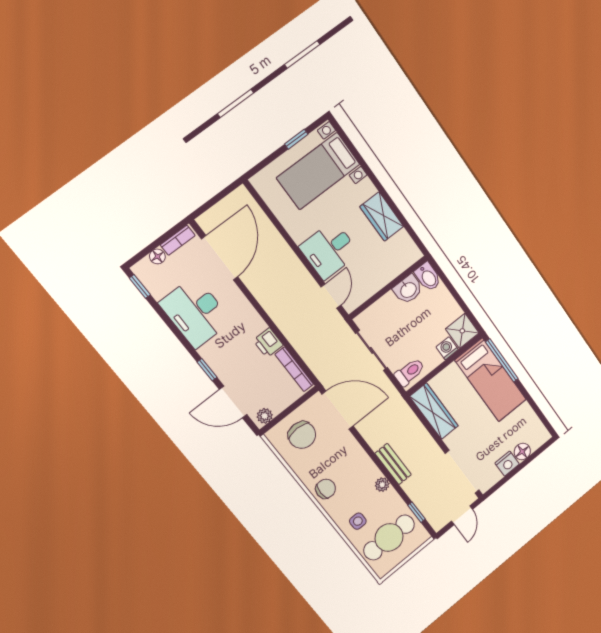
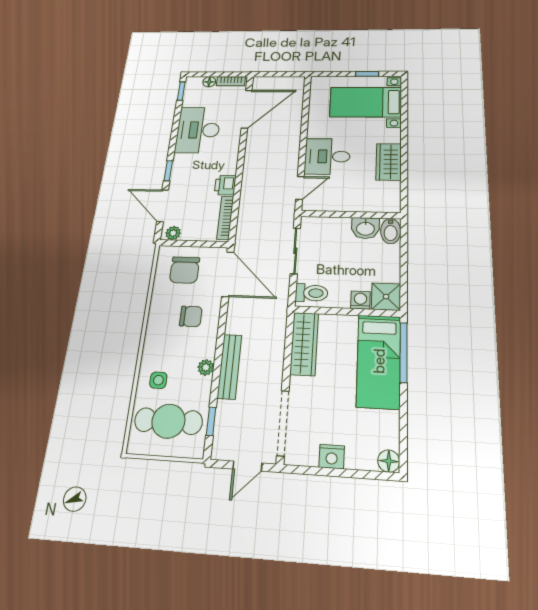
floor lamp: (522, 452) -> (389, 461), moved
bench: (393, 464) -> (229, 366), width x1.36
chair: (326, 489) -> (191, 316), moved

